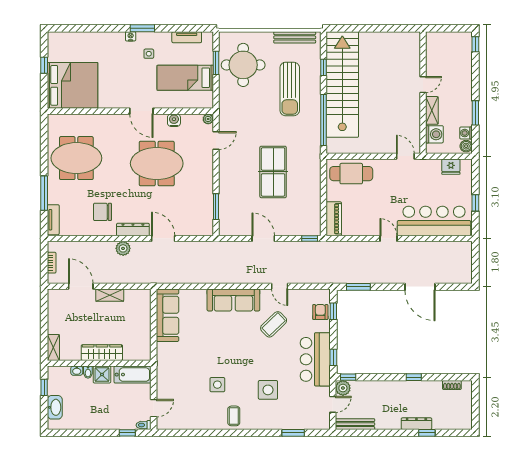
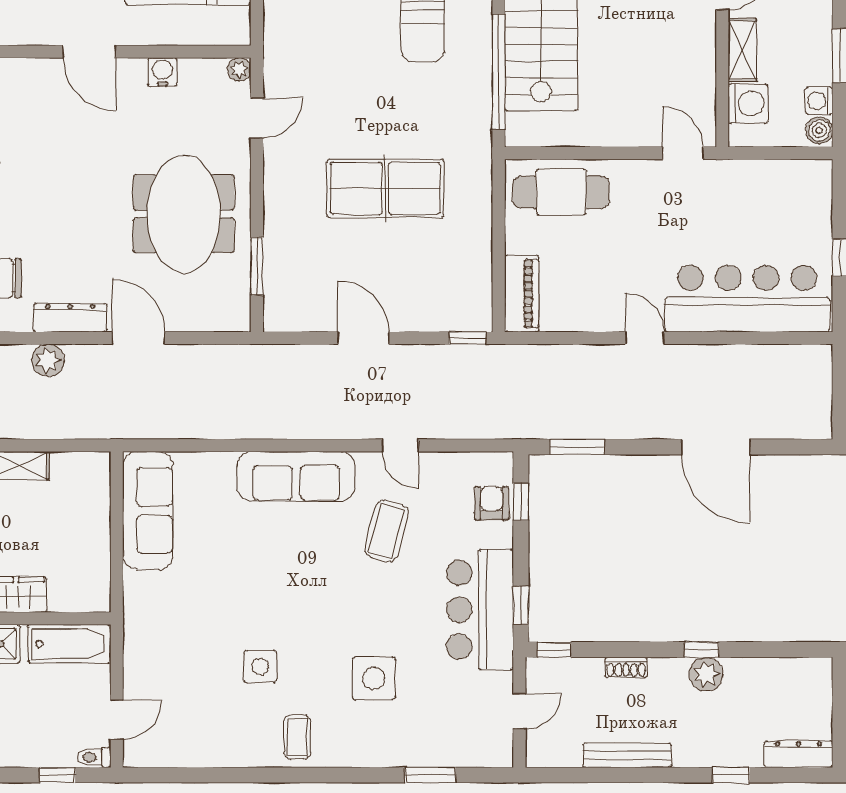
meeting table: (157, 163) -> (184, 214), moved, turned 90
fridge: (451, 167) -> (785, 176), removed
table tennis table: (273, 172) -> (385, 188), turned 90
coffee table: (274, 324) -> (387, 531), turned -32
shoe rack: (452, 385) -> (626, 667), moved
plant: (343, 388) -> (706, 674), moved
bench: (355, 424) -> (627, 755), moved
dresser: (416, 424) -> (799, 754), moved

